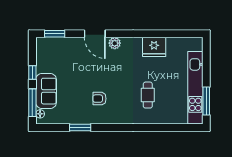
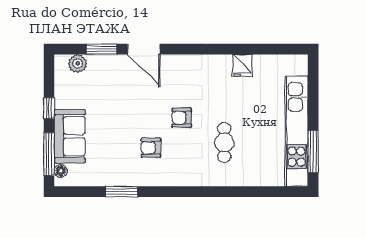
window: (55, 34) -> (102, 49), moved
plant: (115, 43) -> (78, 64), moved
fridge: (154, 47) -> (242, 65), width x0.53, depth x0.75
armchair: (120, 79) -> (182, 118), added

